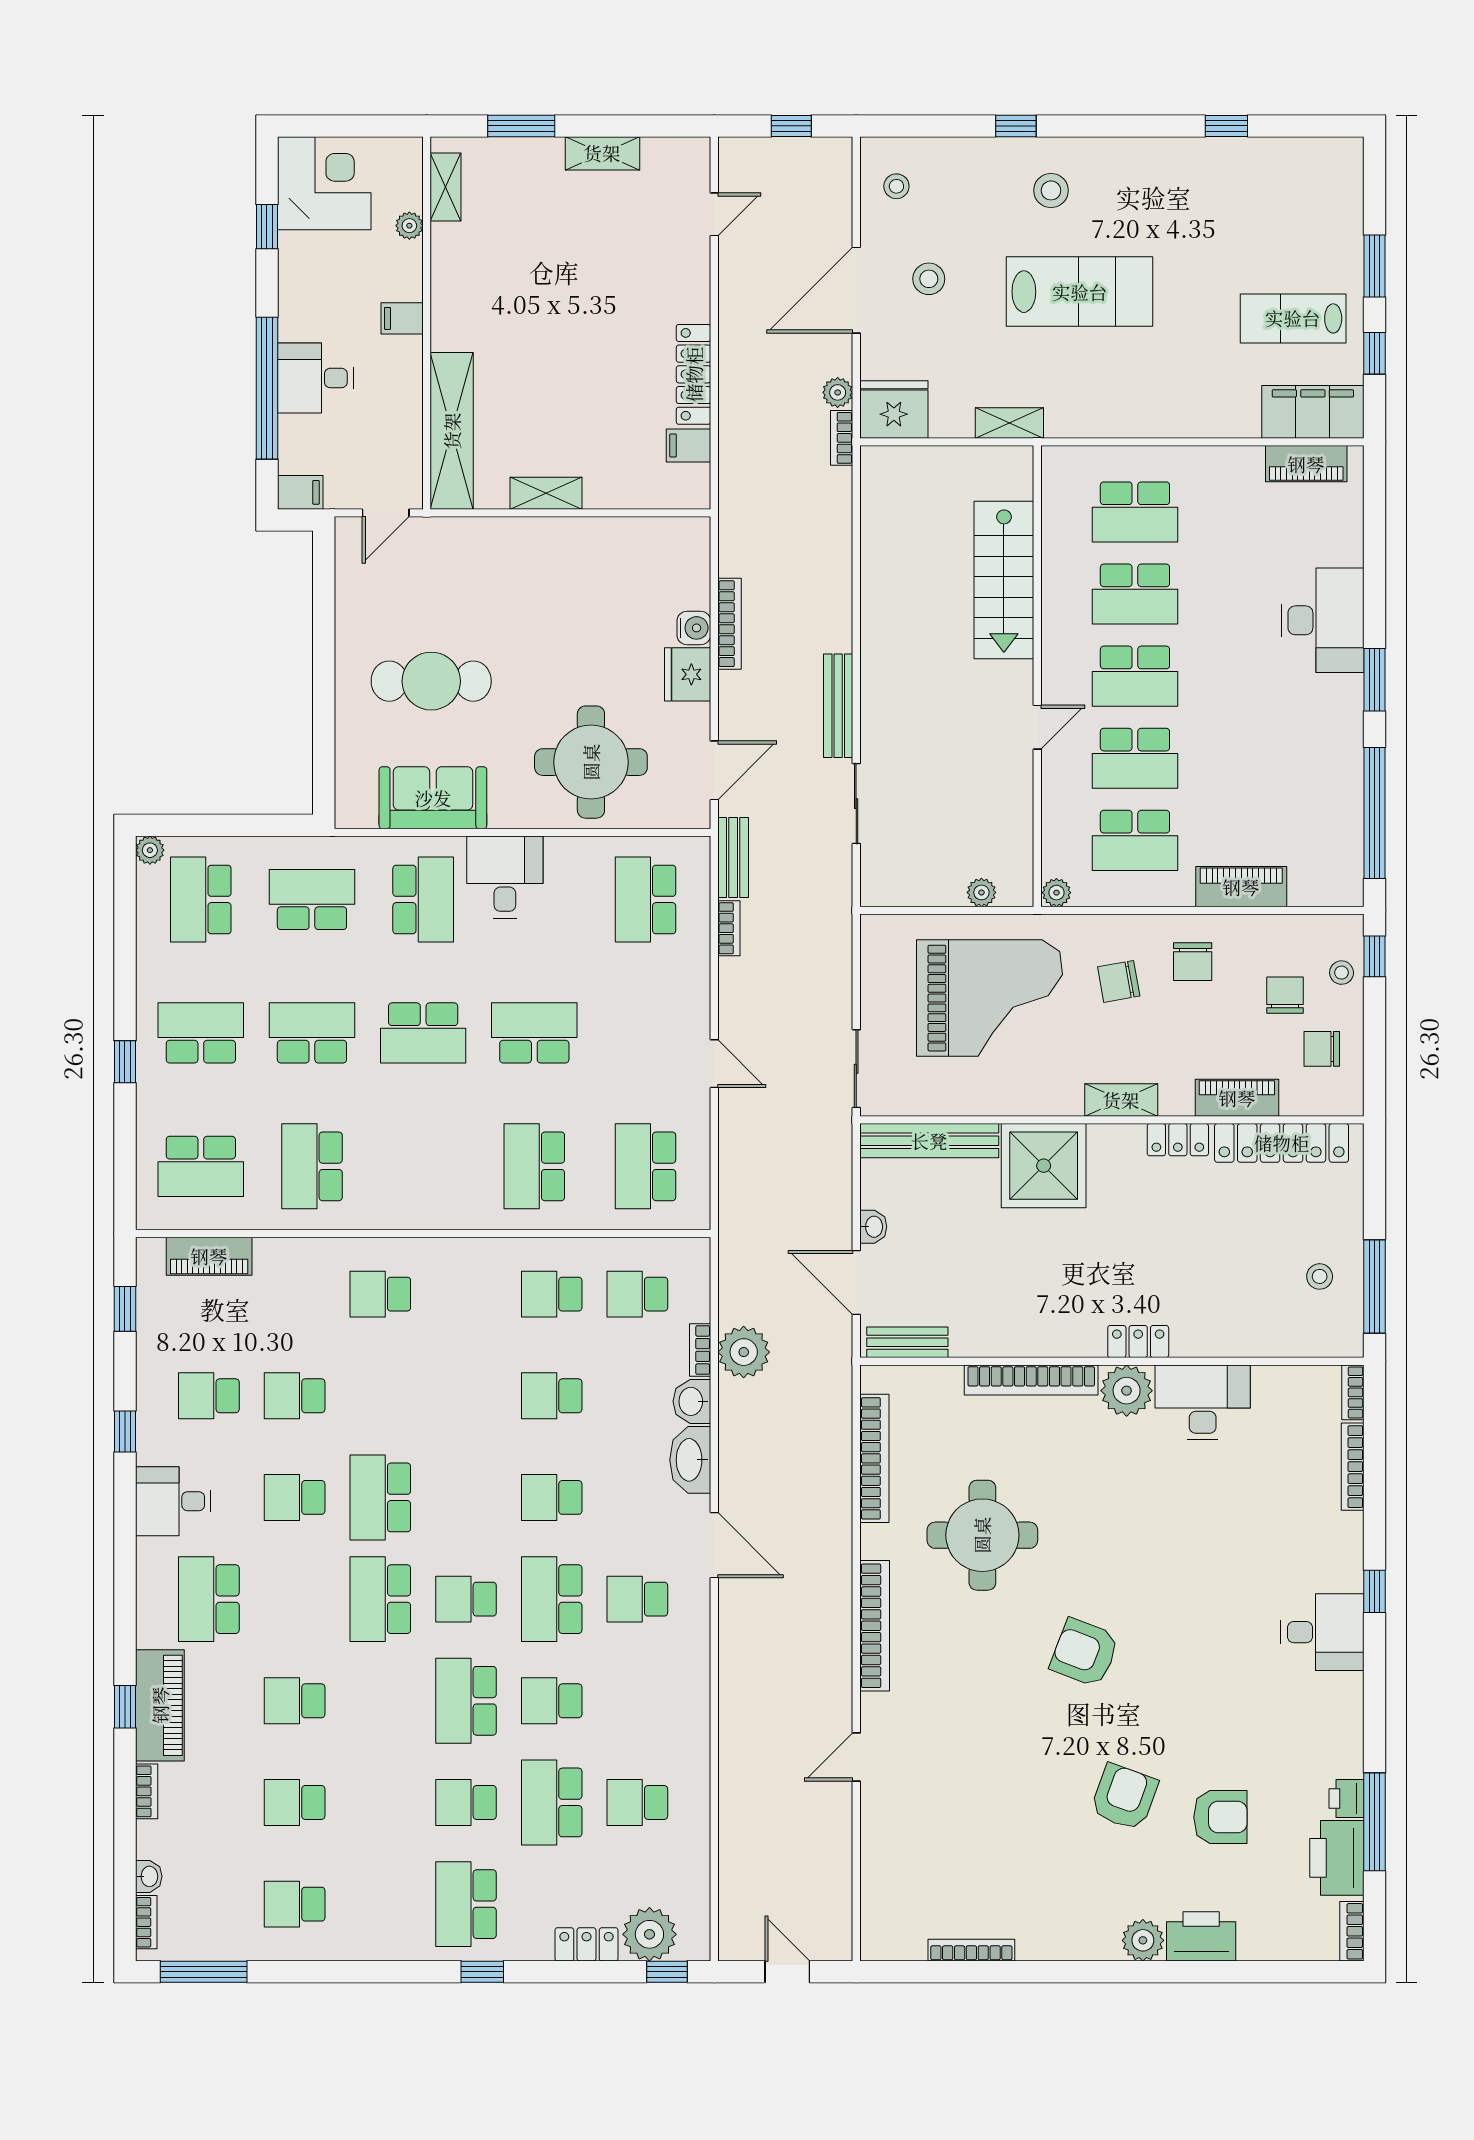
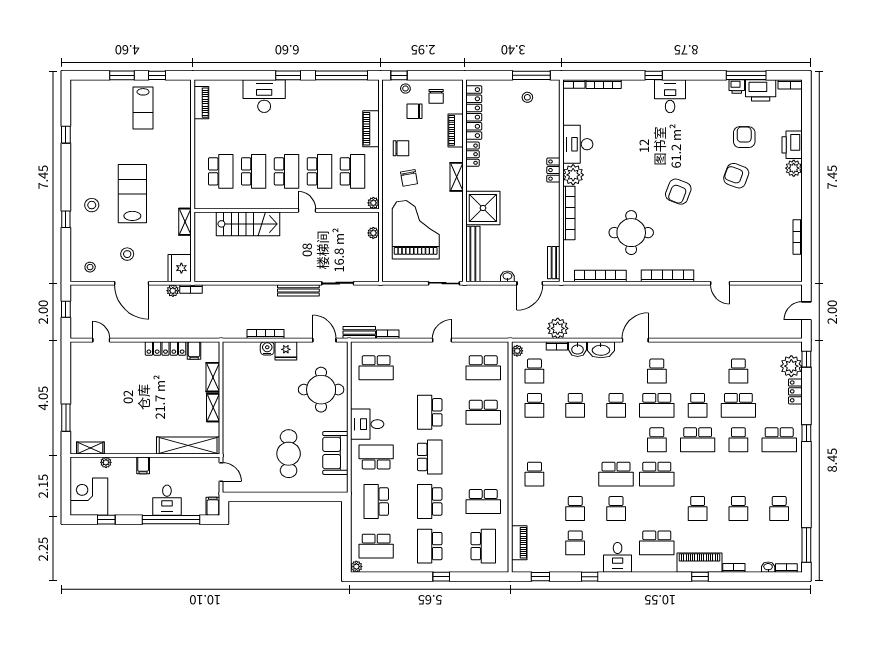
shelving: (602, 153) -> (213, 377), moved
filing cabinet: (1313, 412) -> (181, 100), removed
plant: (688, 1251) -> (517, 351), added

